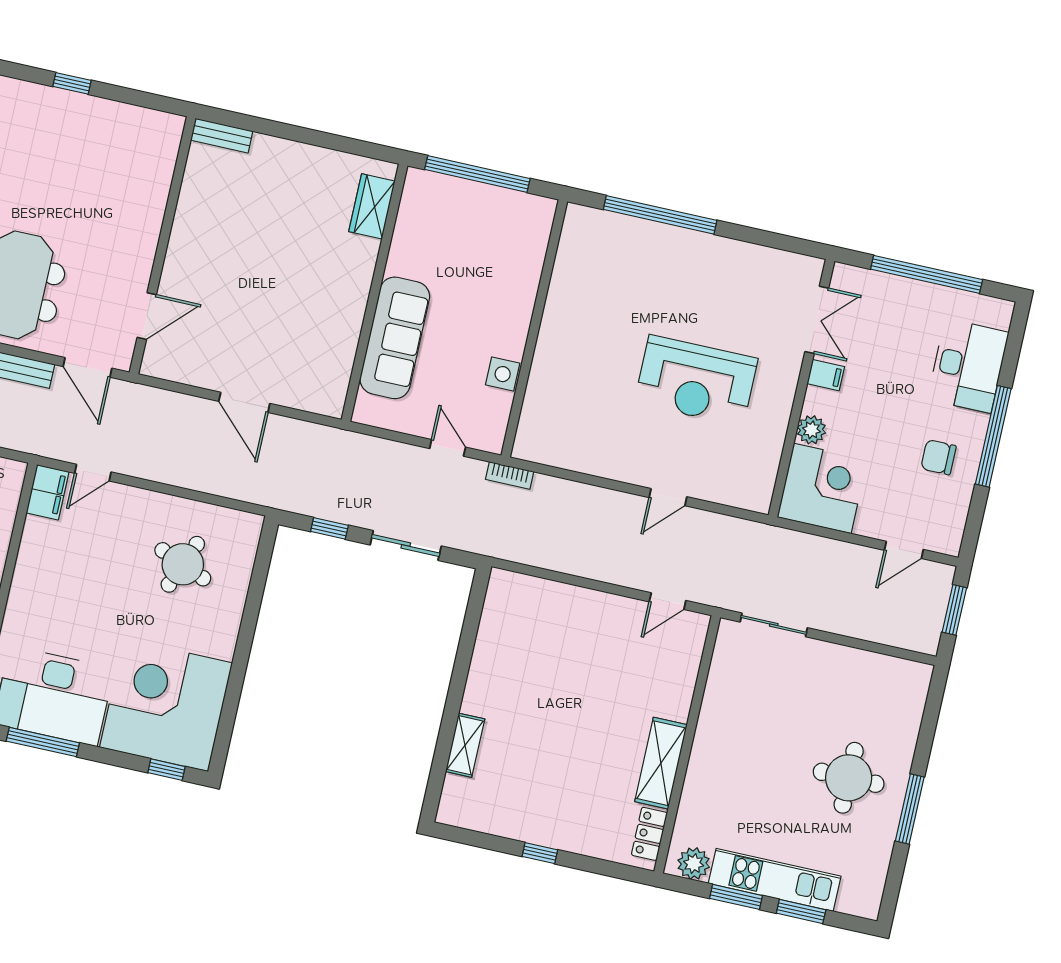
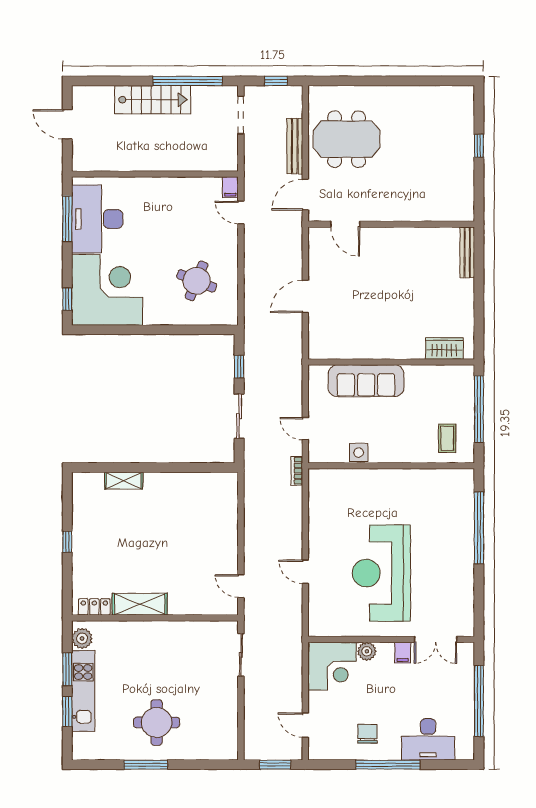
bench: (222, 136) -> (467, 252), width x1.36
coffee table: (511, 233) -> (447, 438), added
reception desk: (696, 381) -> (381, 573), width x1.36, depth x1.30
door: (448, 448) -> (305, 429), swing flipped
filing cabinet: (48, 492) -> (230, 187), width x0.50

